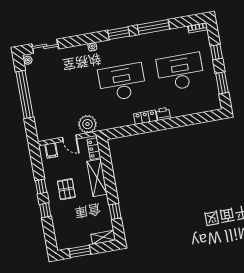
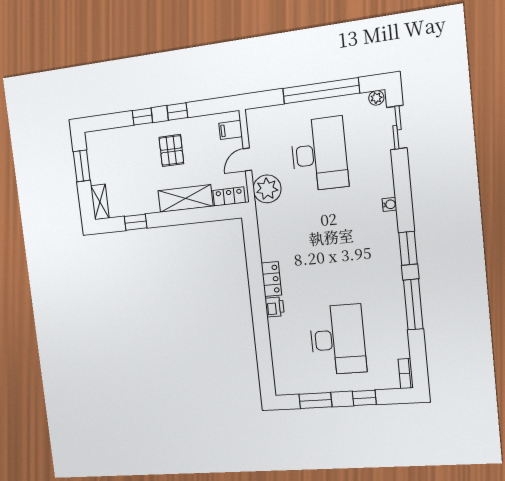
desk: (122, 82) -> (319, 154), moved
pallet: (66, 189) -> (171, 150), turned 90

